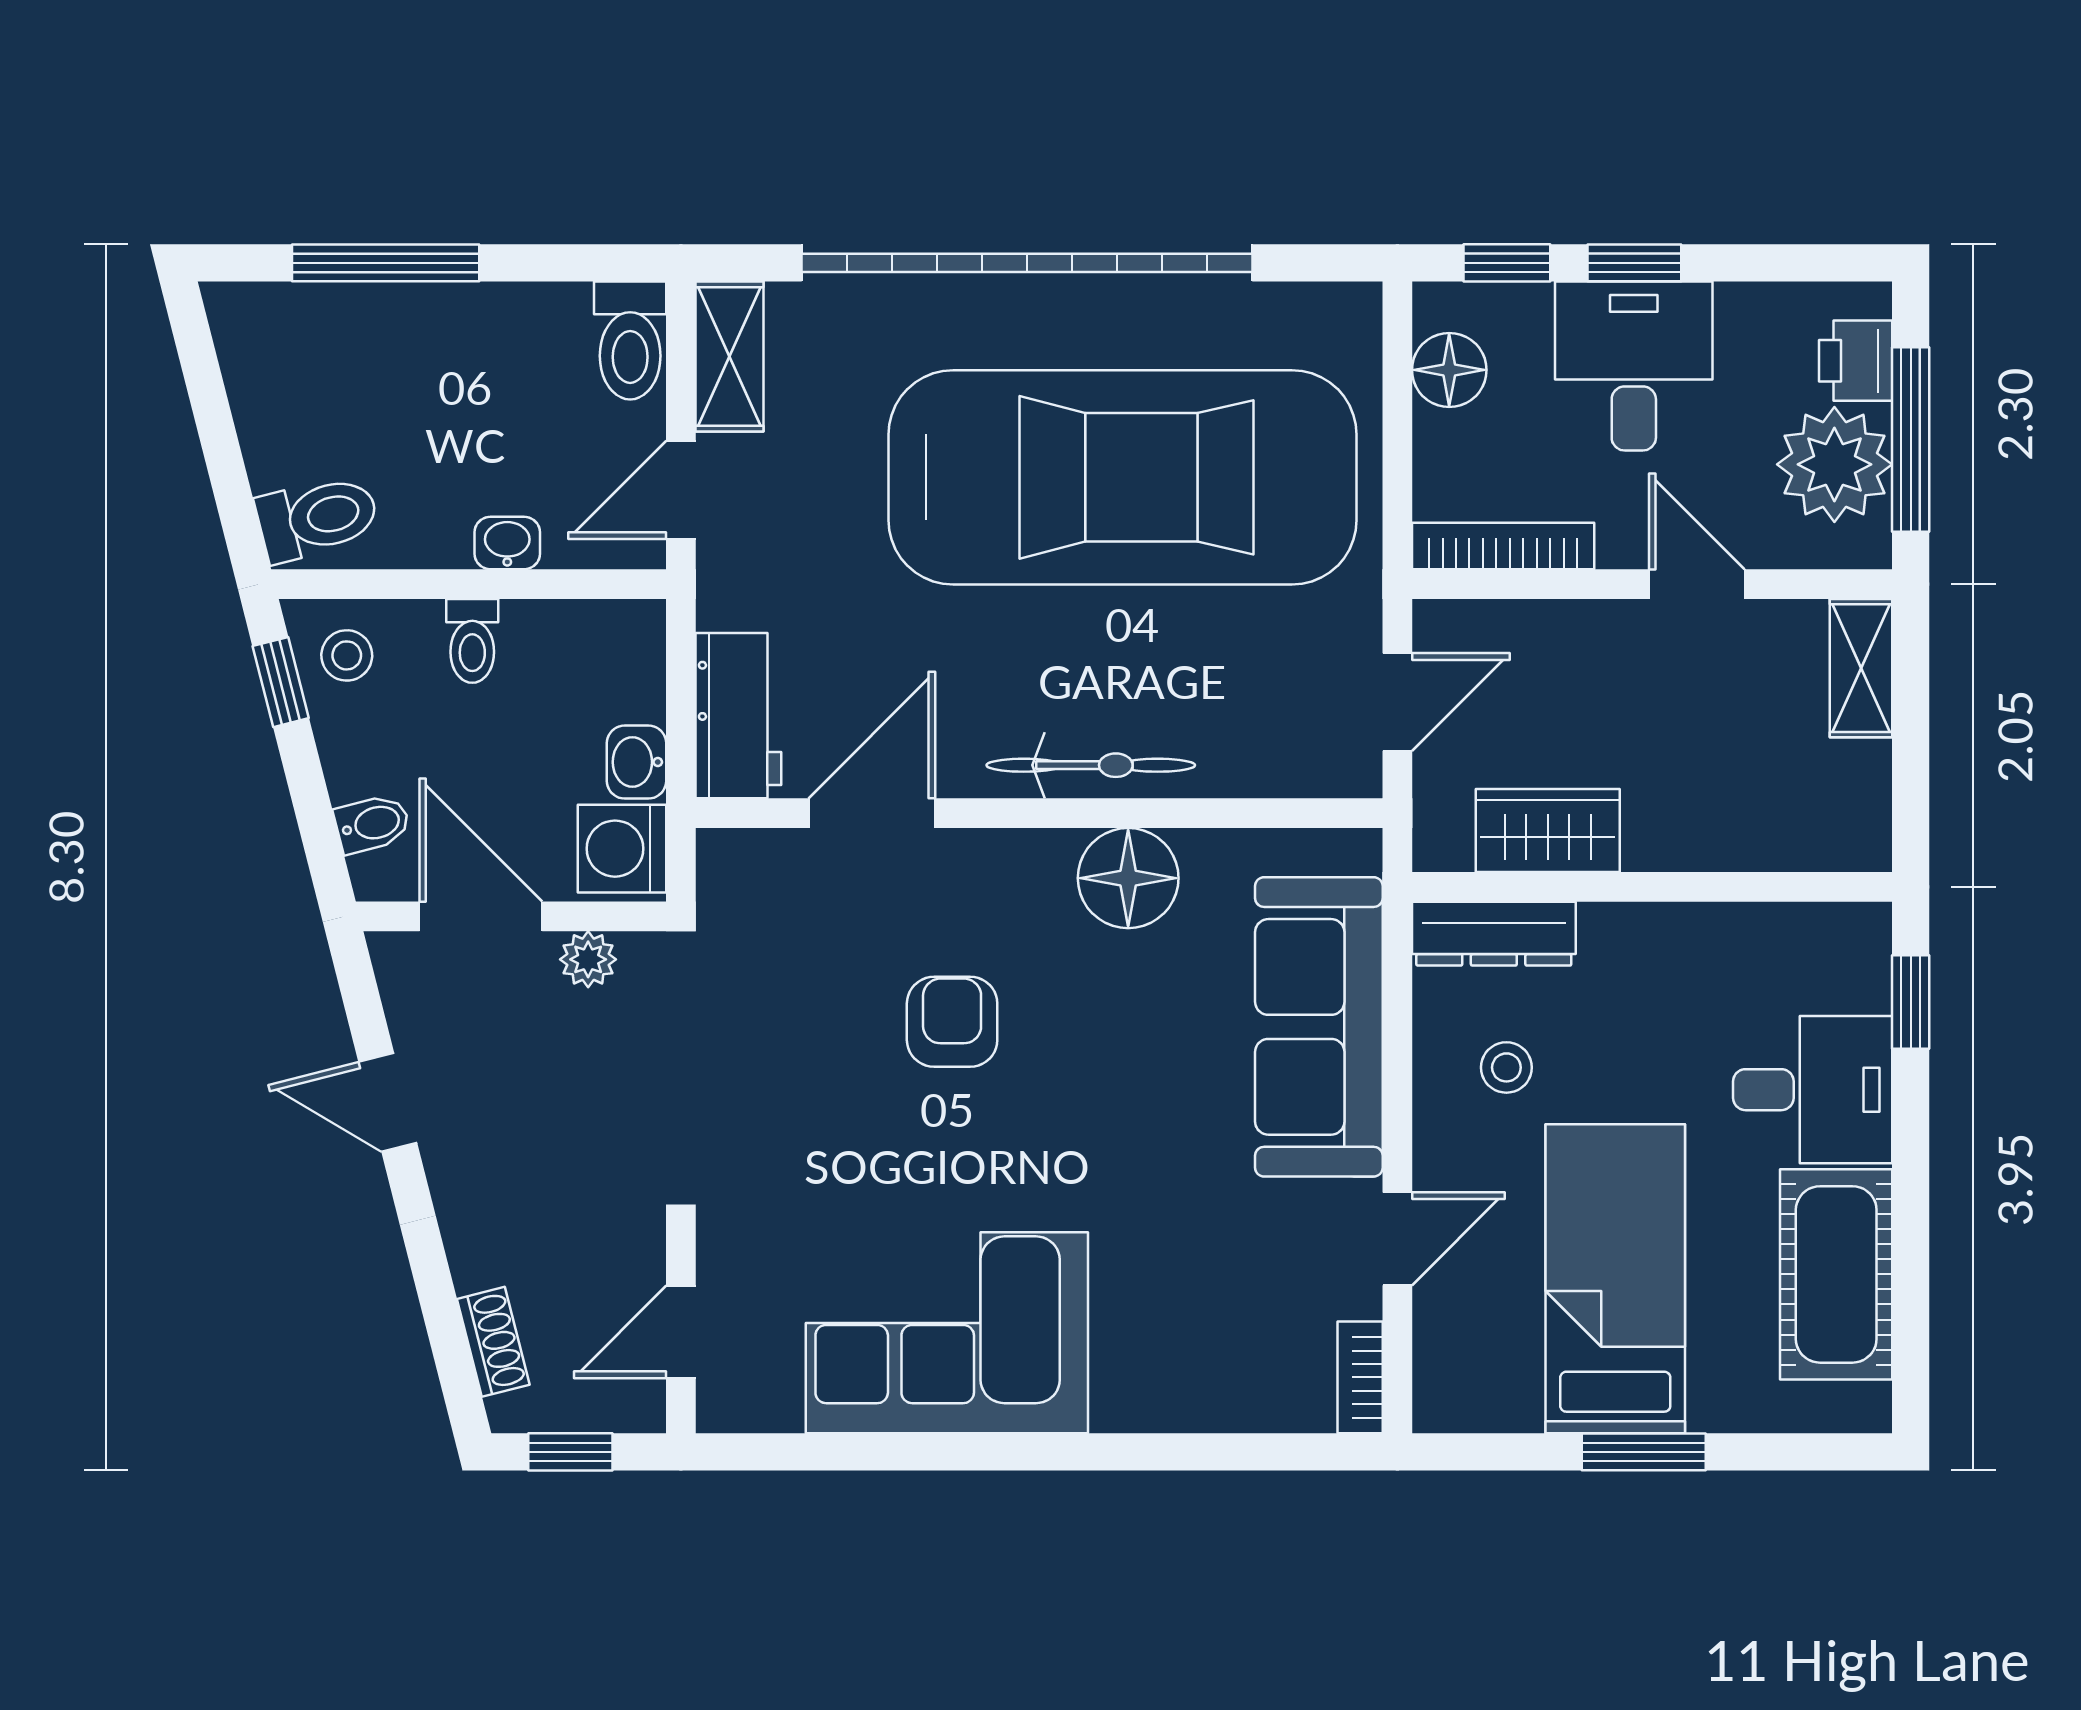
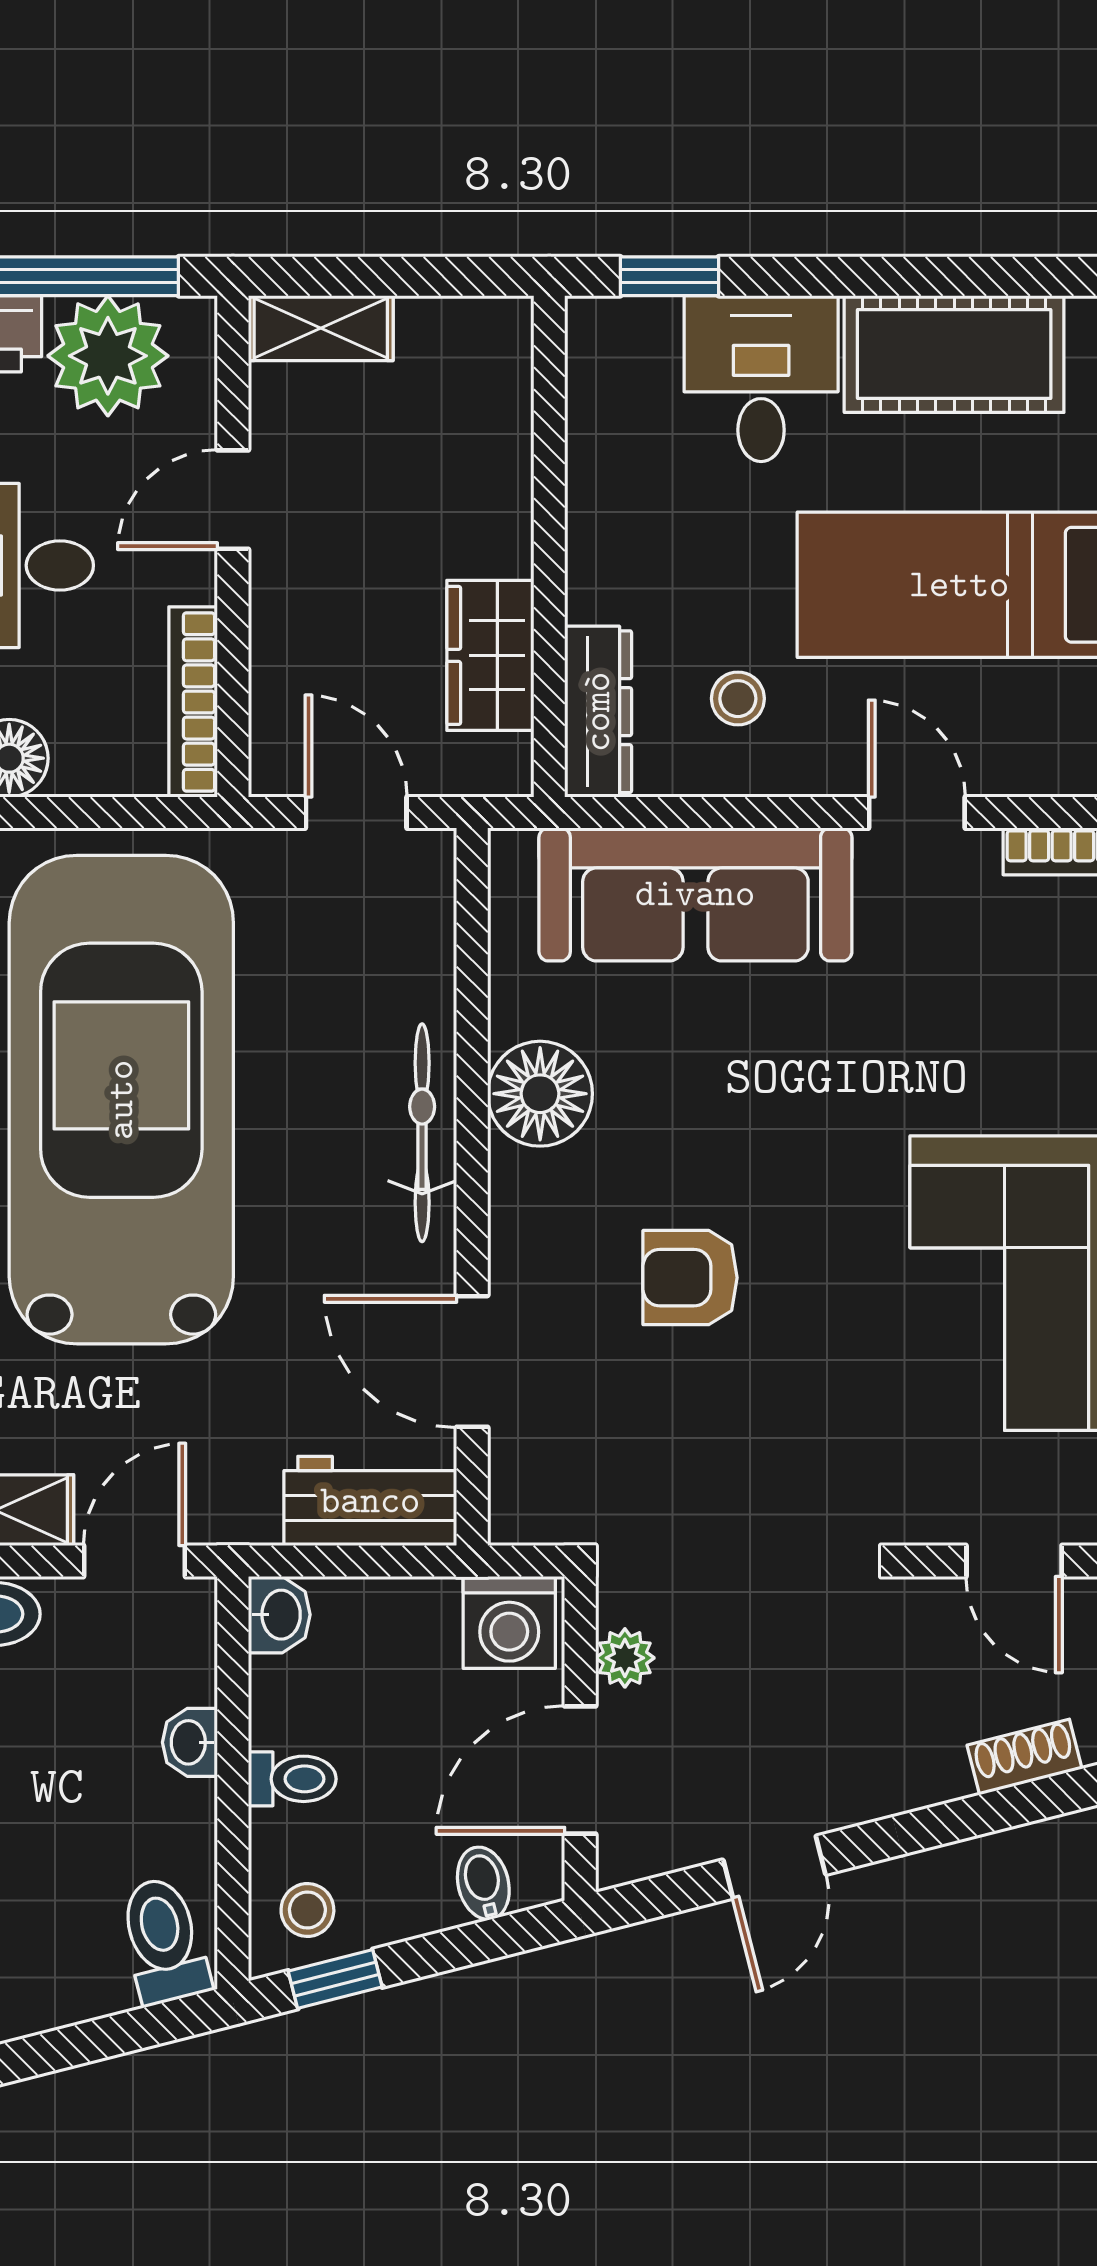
door: (681, 490) -> (135, 1561), swing flipped
washbasin: (636, 762) -> (279, 1615), moved, turned -90

